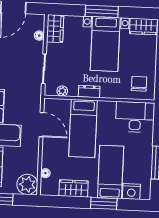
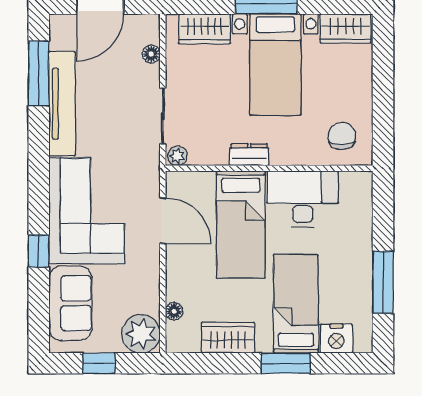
wardrobe: (55, 29) -> (205, 29), moved, turned 90
plant: (62, 91) -> (177, 156), moved
desk: (135, 117) -> (303, 199), moved

